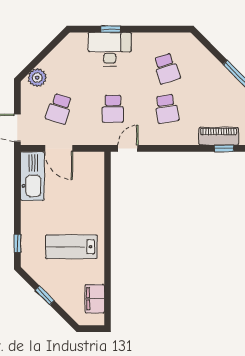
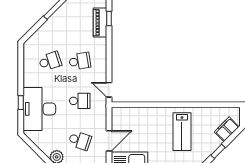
desk: (110, 49) -> (39, 109), width x1.36, depth x1.30
filing cabinet: (95, 299) -> (227, 129), moved, turned 135

